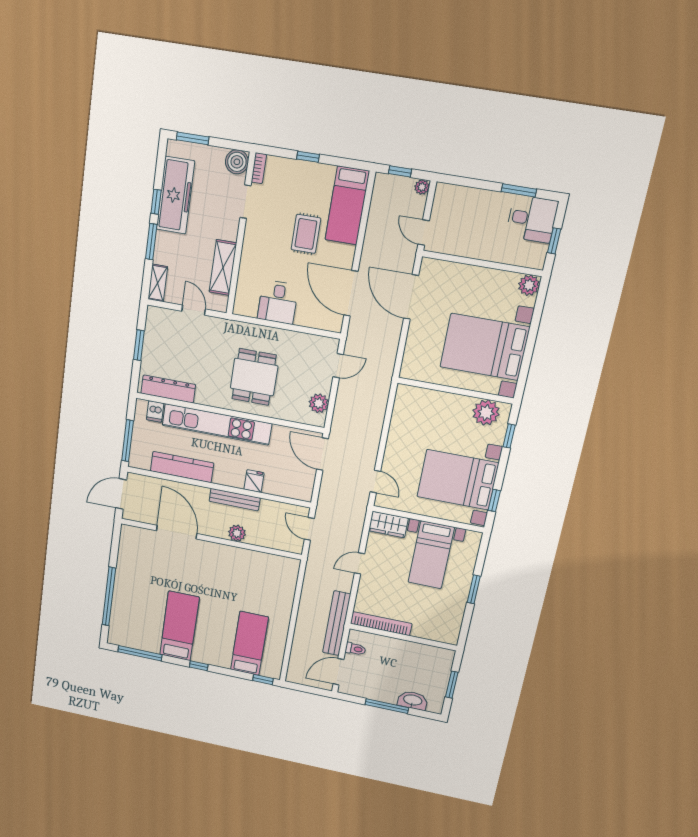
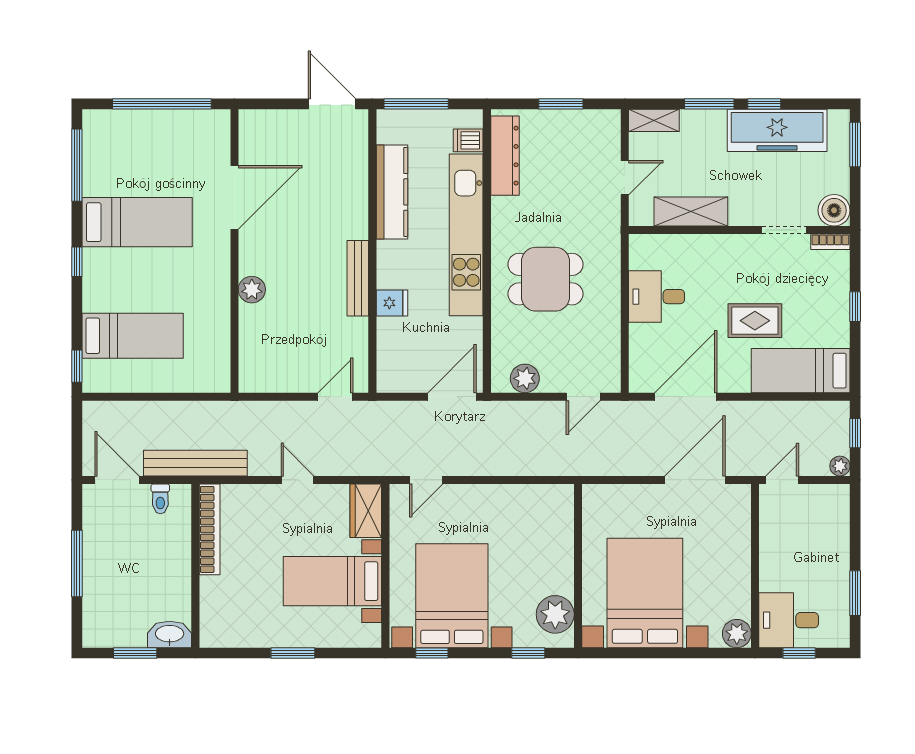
desk: (532, 219) -> (789, 620), moved, turned 90
door: (338, 366) -> (583, 397), hinge flipped
door: (177, 532) -> (234, 197), moved
plant: (237, 533) -> (252, 290), moved
wall: (211, 539) -> (234, 251), moved
washbasin: (413, 700) -> (170, 634), moved, turned -90

